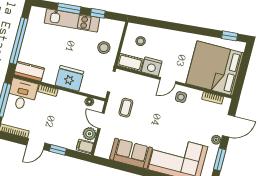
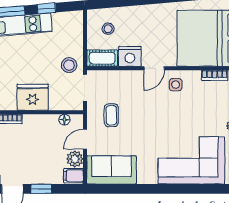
stool: (104, 48) -> (69, 65), moved
door: (101, 121) -> (85, 139), hinge flipped
sofa: (131, 154) -> (112, 170), moved

